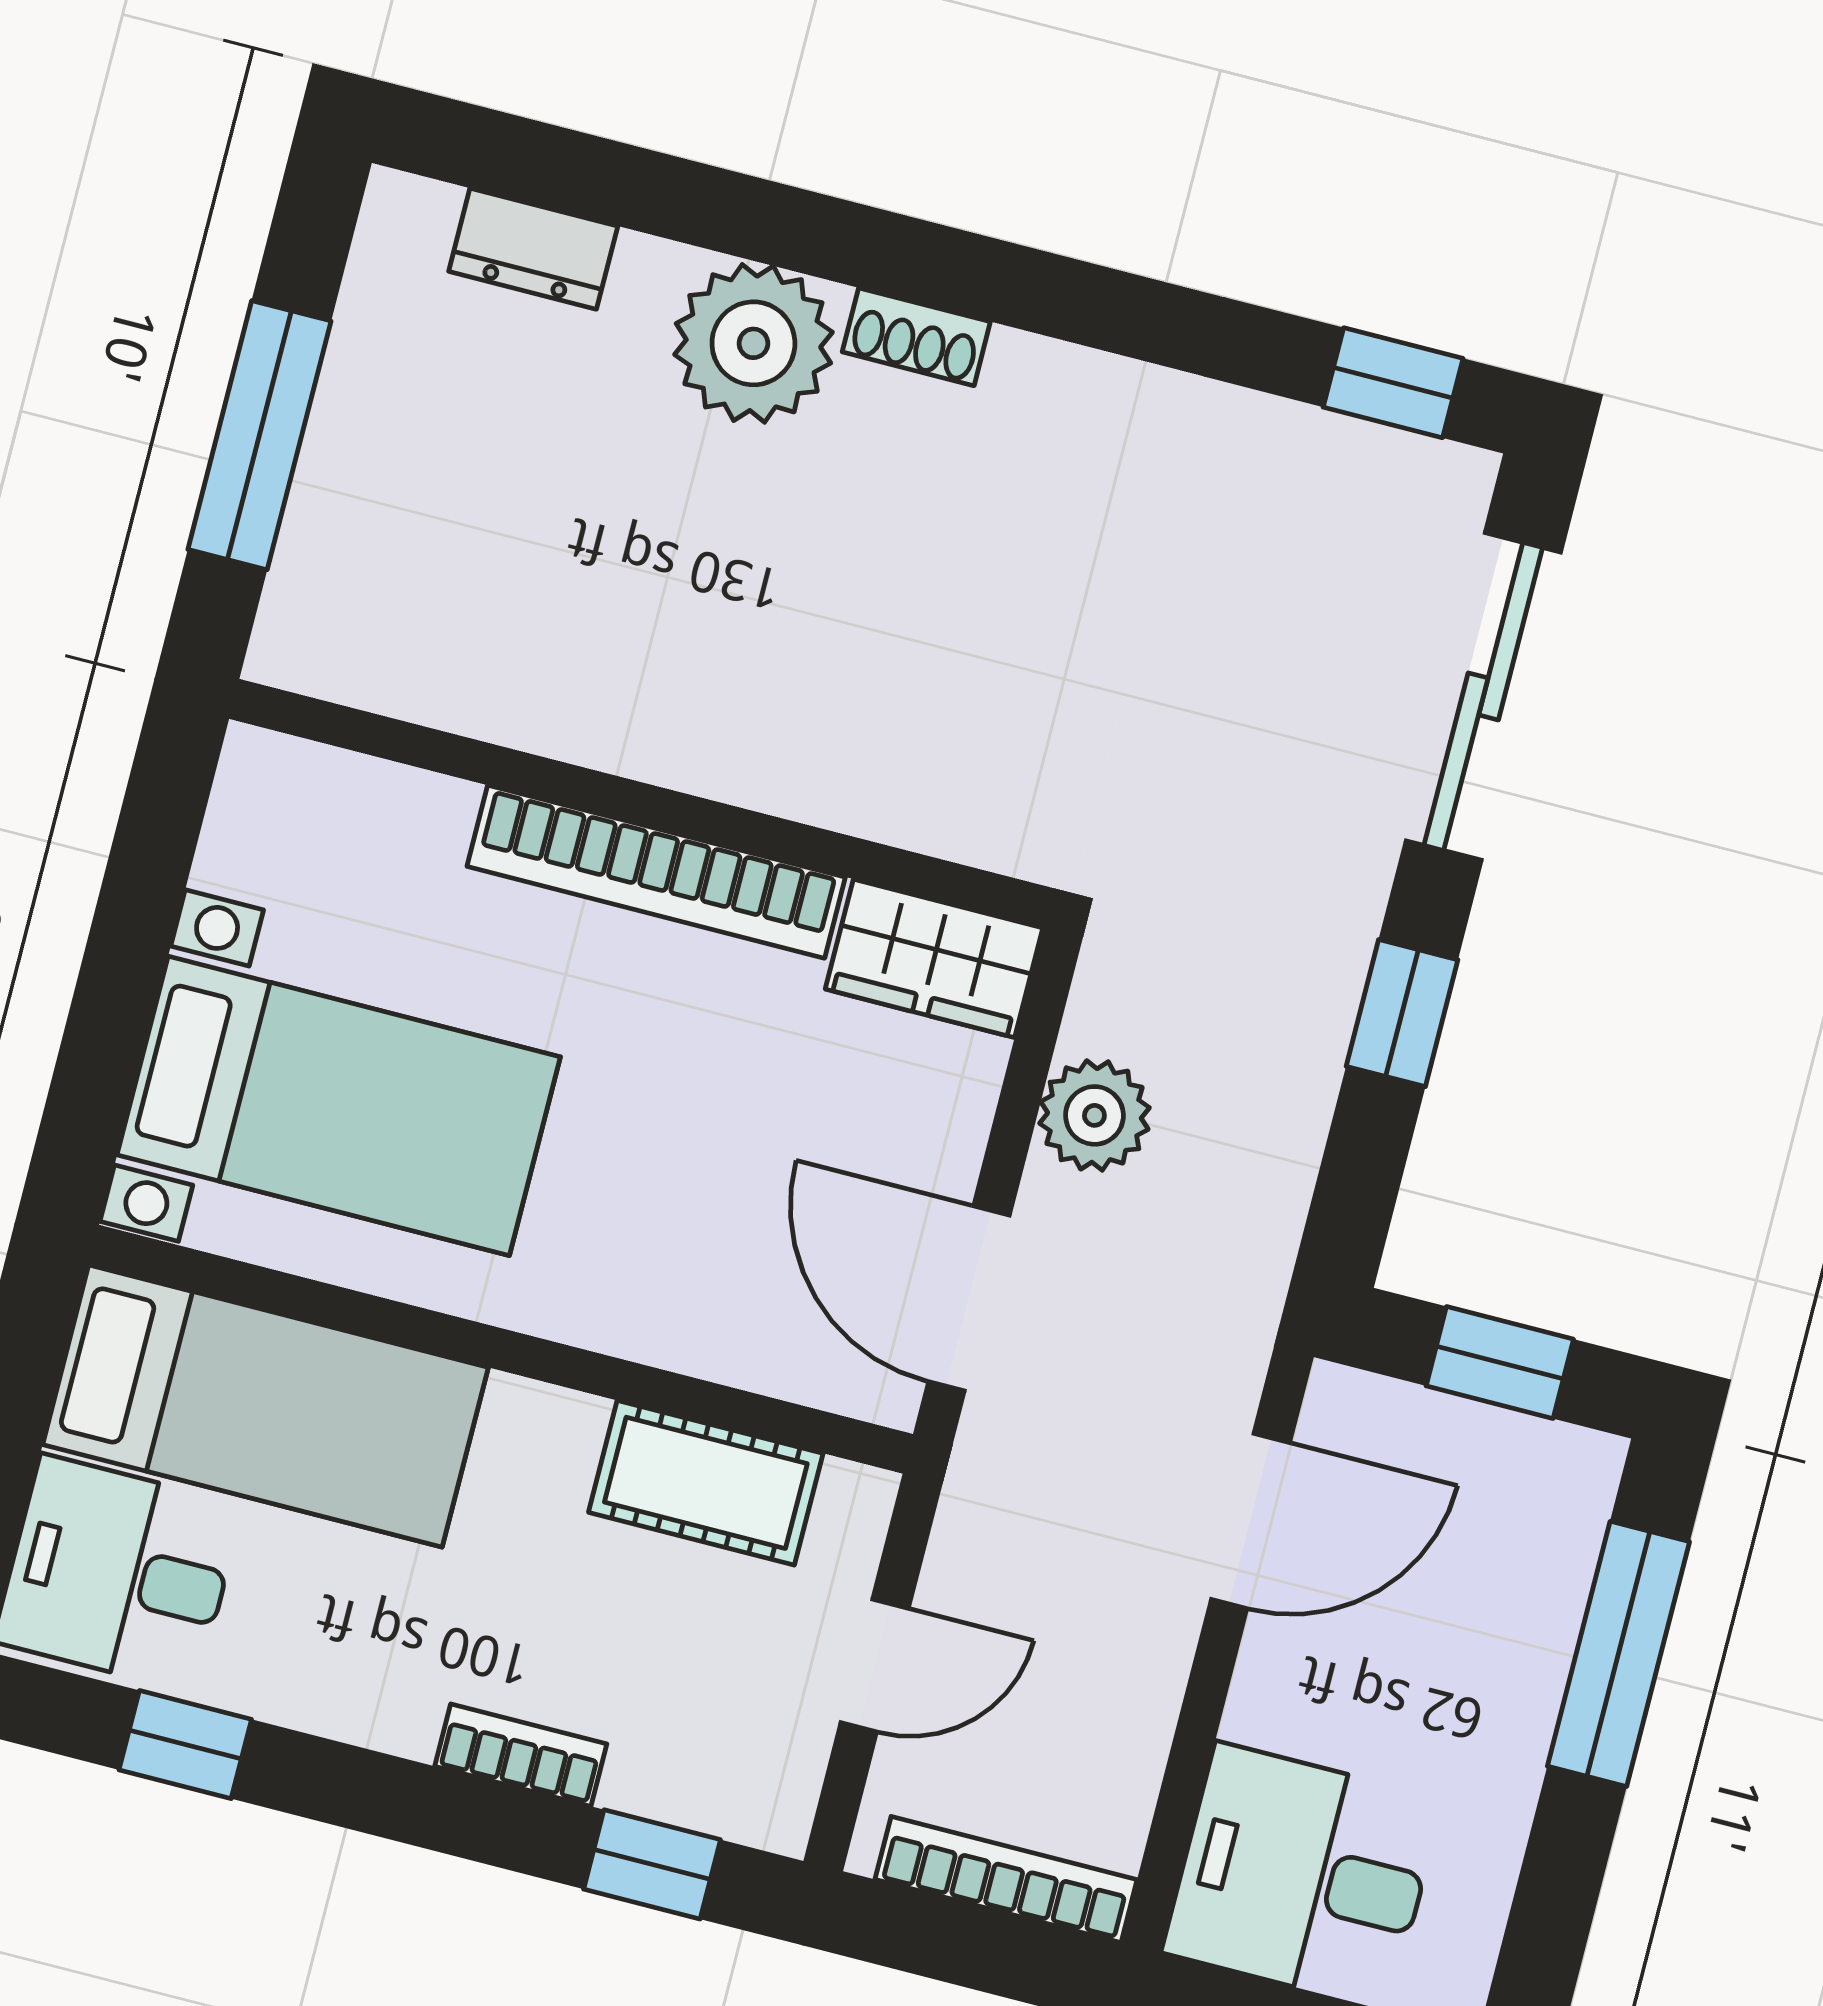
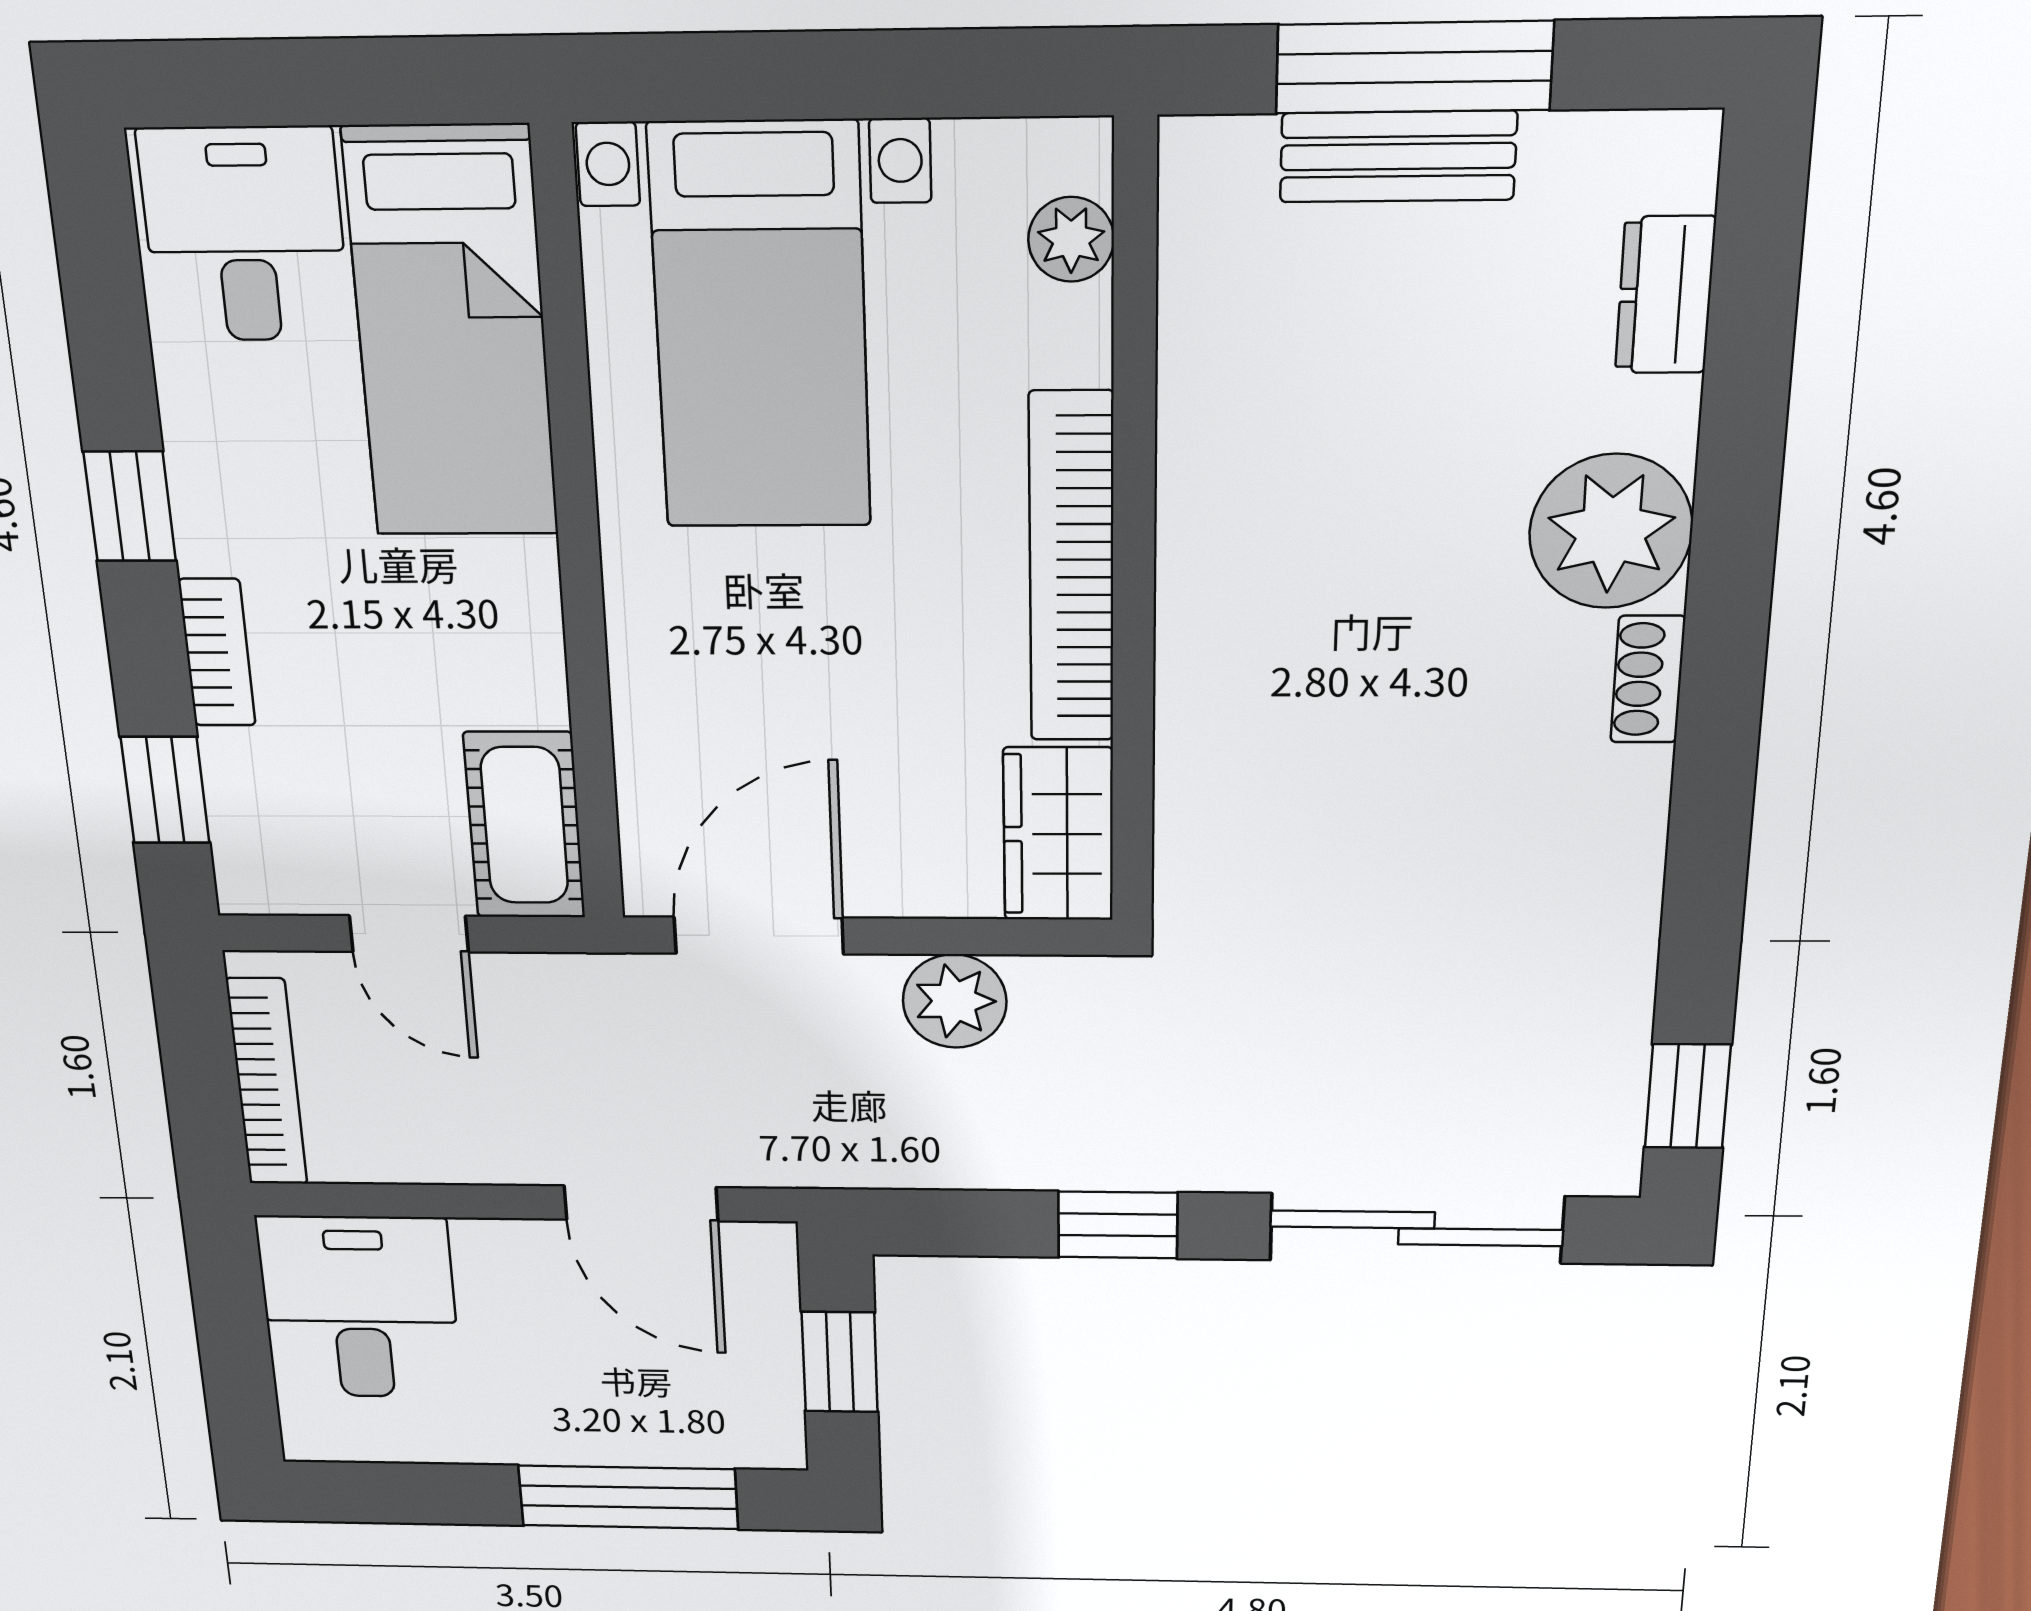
bench: (337, 467) -> (1398, 157), added
plant: (333, 788) -> (1071, 239), added
cot: (706, 1483) -> (524, 825), moved
window: (185, 1745) -> (130, 506), moved

